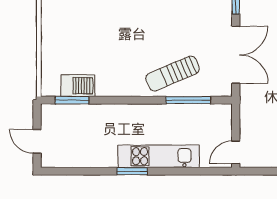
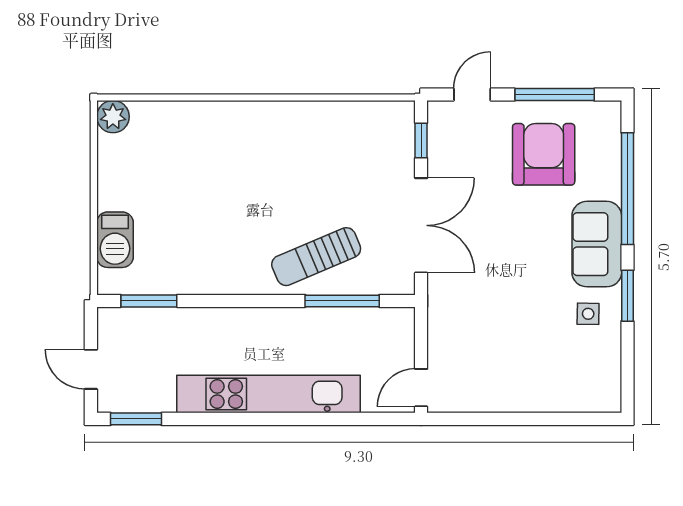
barbecue: (78, 86) -> (115, 240), moved, turned 90
kitchen unit: (159, 156) -> (268, 394), width x1.36
window: (132, 171) -> (136, 419), moved

